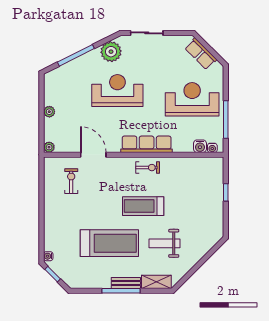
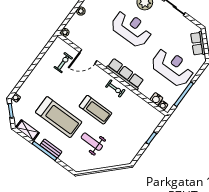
door: (93, 155) -> (88, 57), swing flipped
treadmill: (143, 206) -> (95, 110), turned 180
shelving: (156, 282) -> (27, 130), moved

